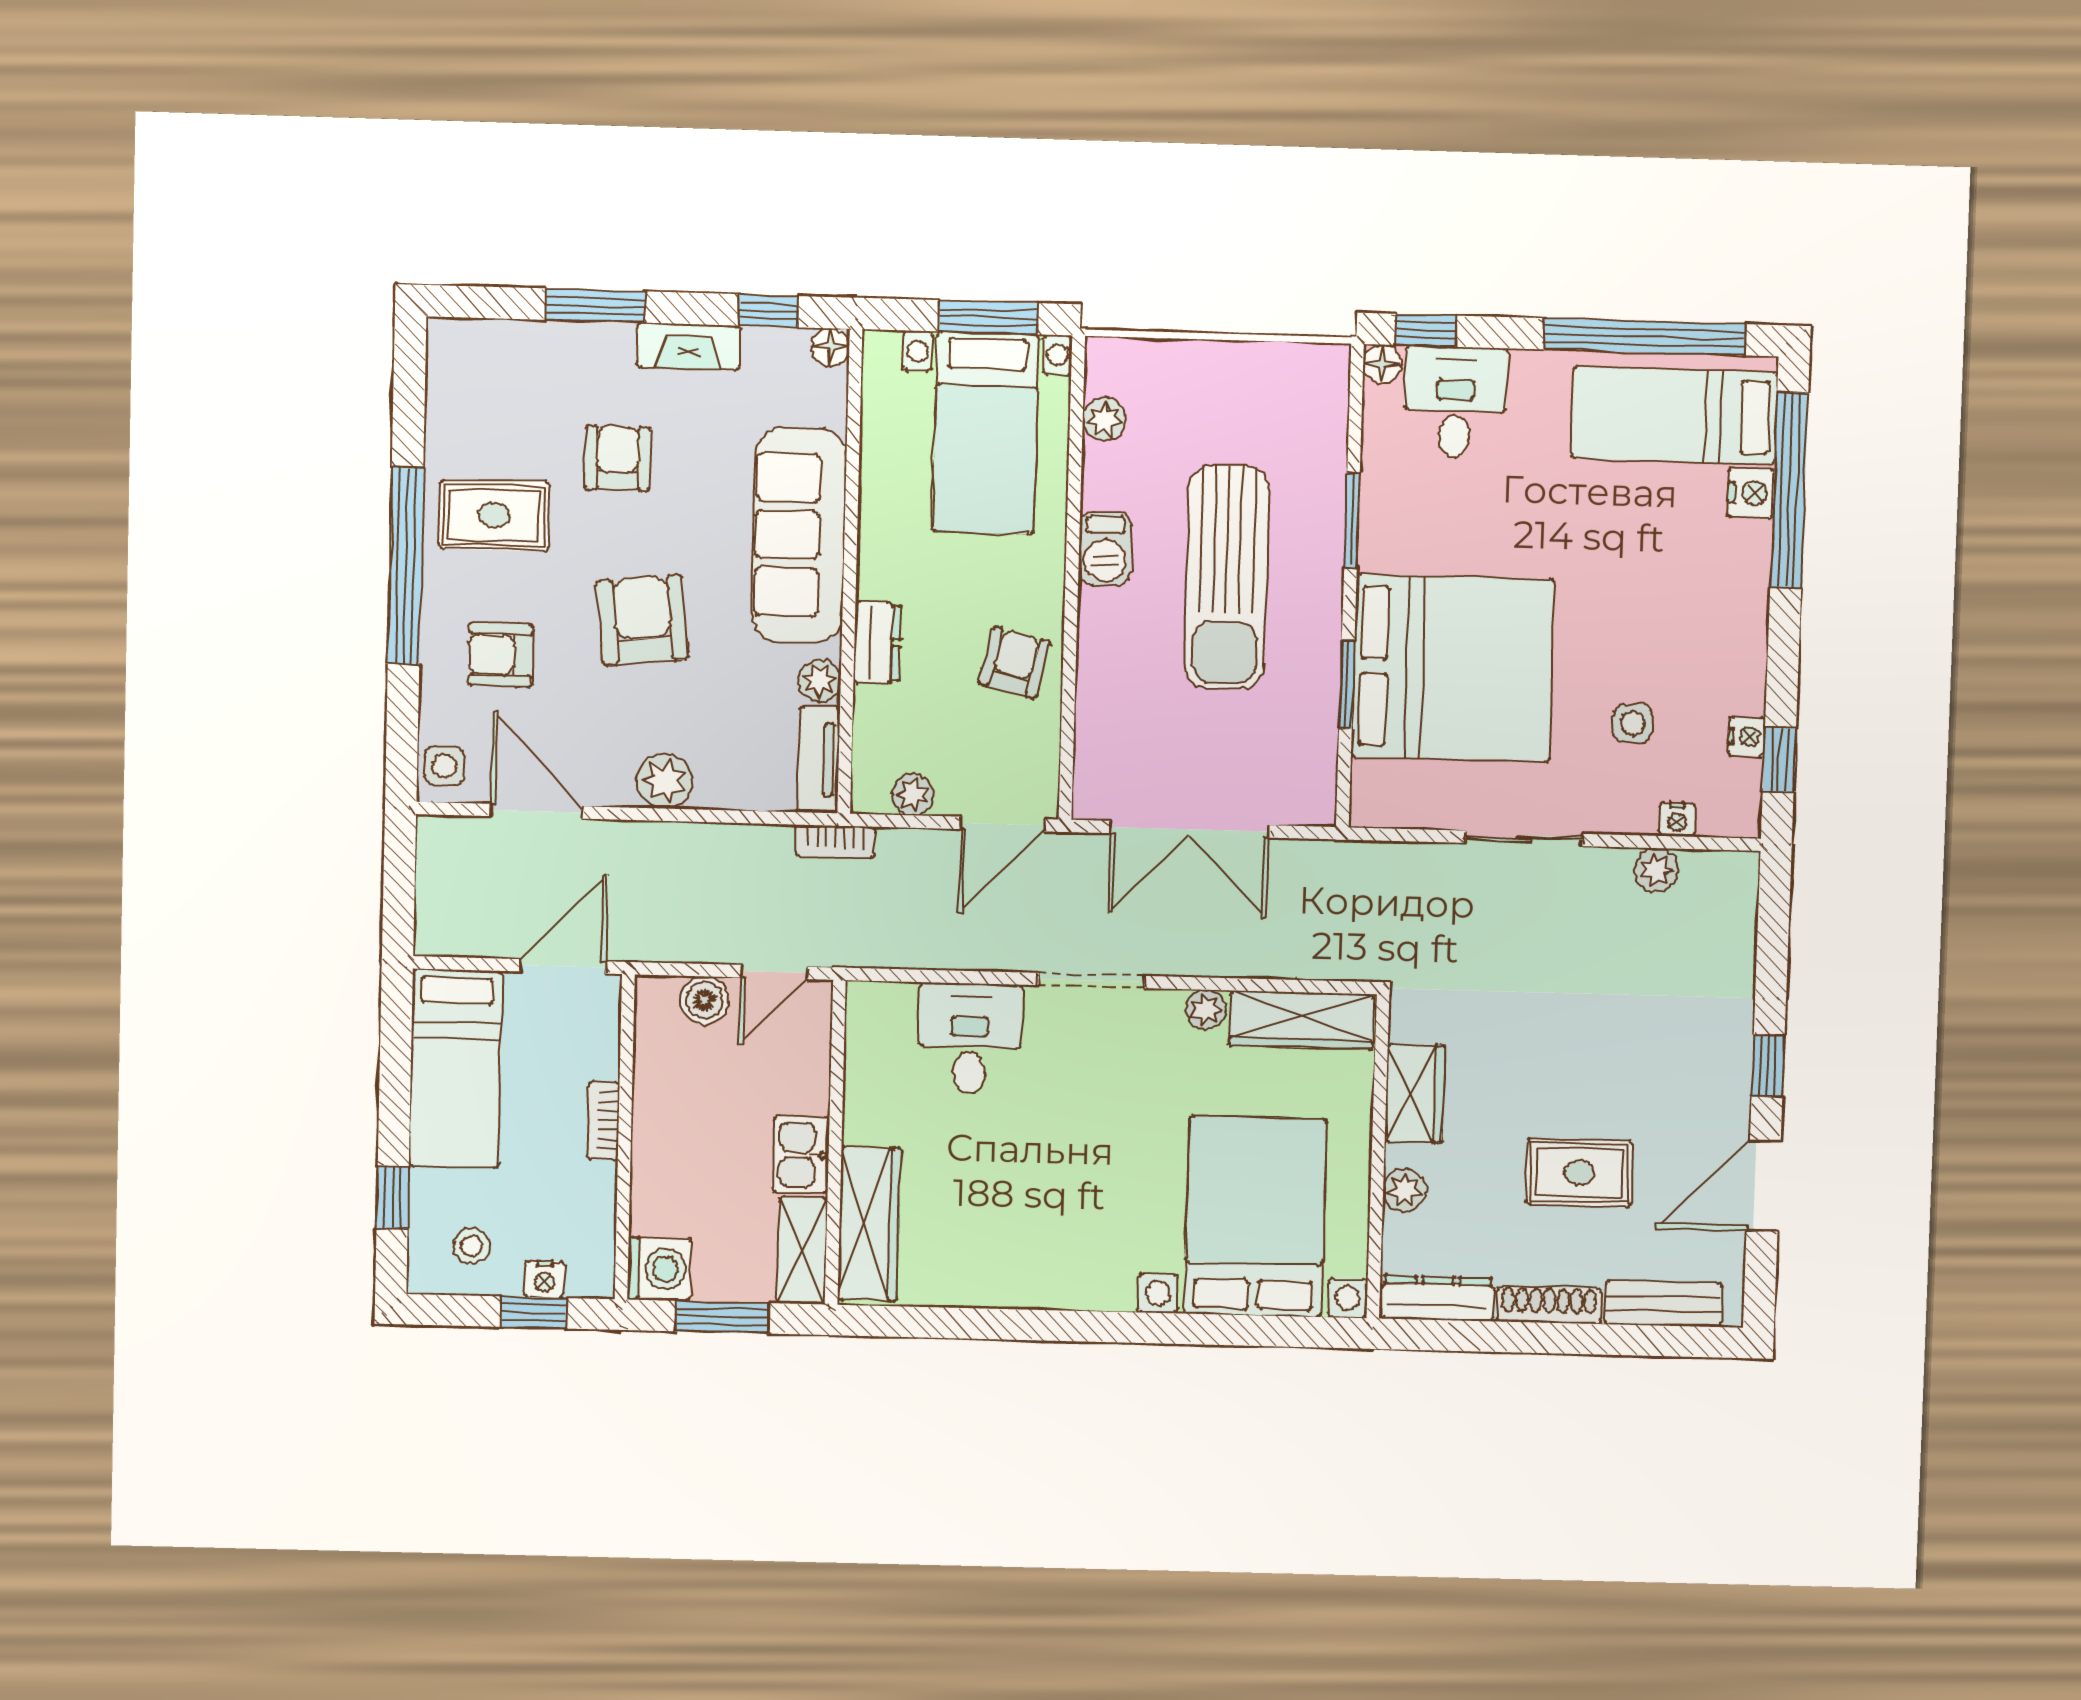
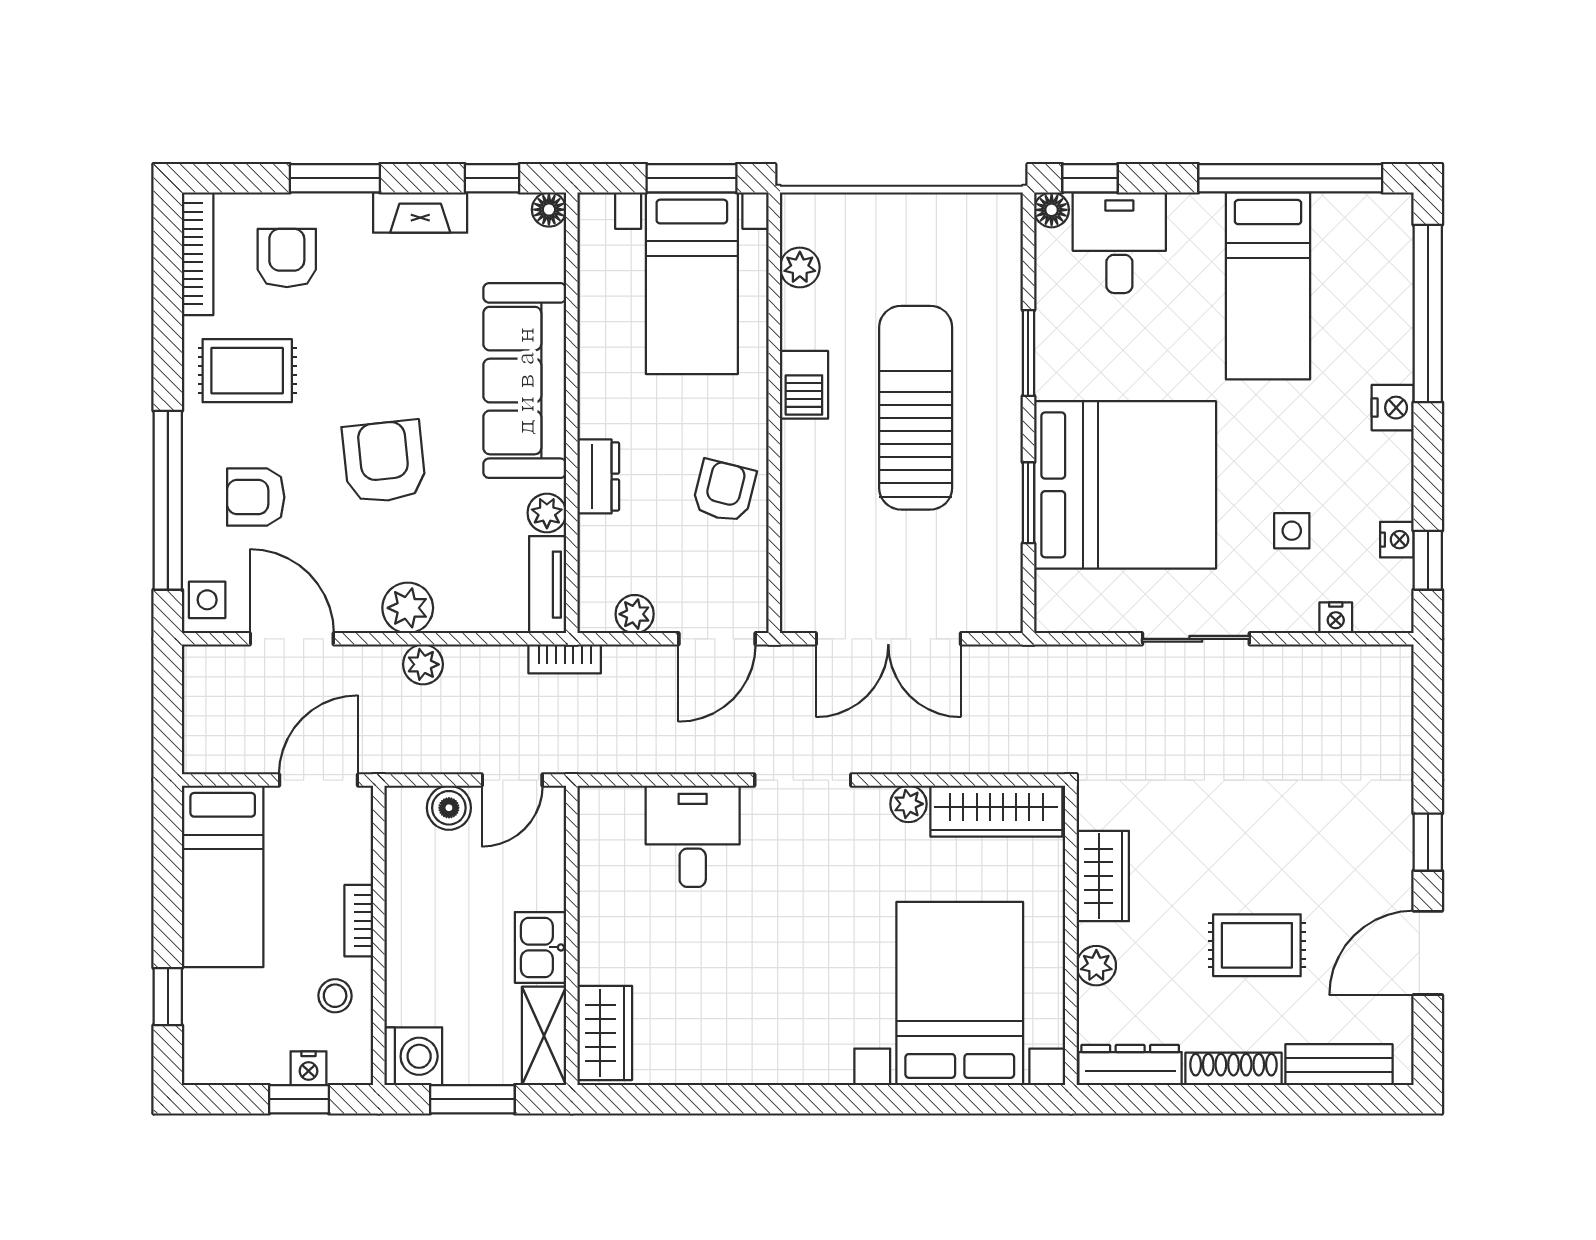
bookcase: (442, 385) -> (198, 254), added
bed: (1674, 415) -> (1268, 286), moved, turned -90
armchair: (618, 458) -> (287, 258), moved
nightstand: (1751, 493) -> (1393, 408), moved
window: (406, 566) -> (168, 500), moved
sun lounger: (1227, 577) -> (916, 408), turned 180
plant: (1656, 870) -> (423, 664), moved
wardrobe: (869, 1224) -> (605, 1033), width x0.67
stool: (471, 1246) -> (335, 996), moved

